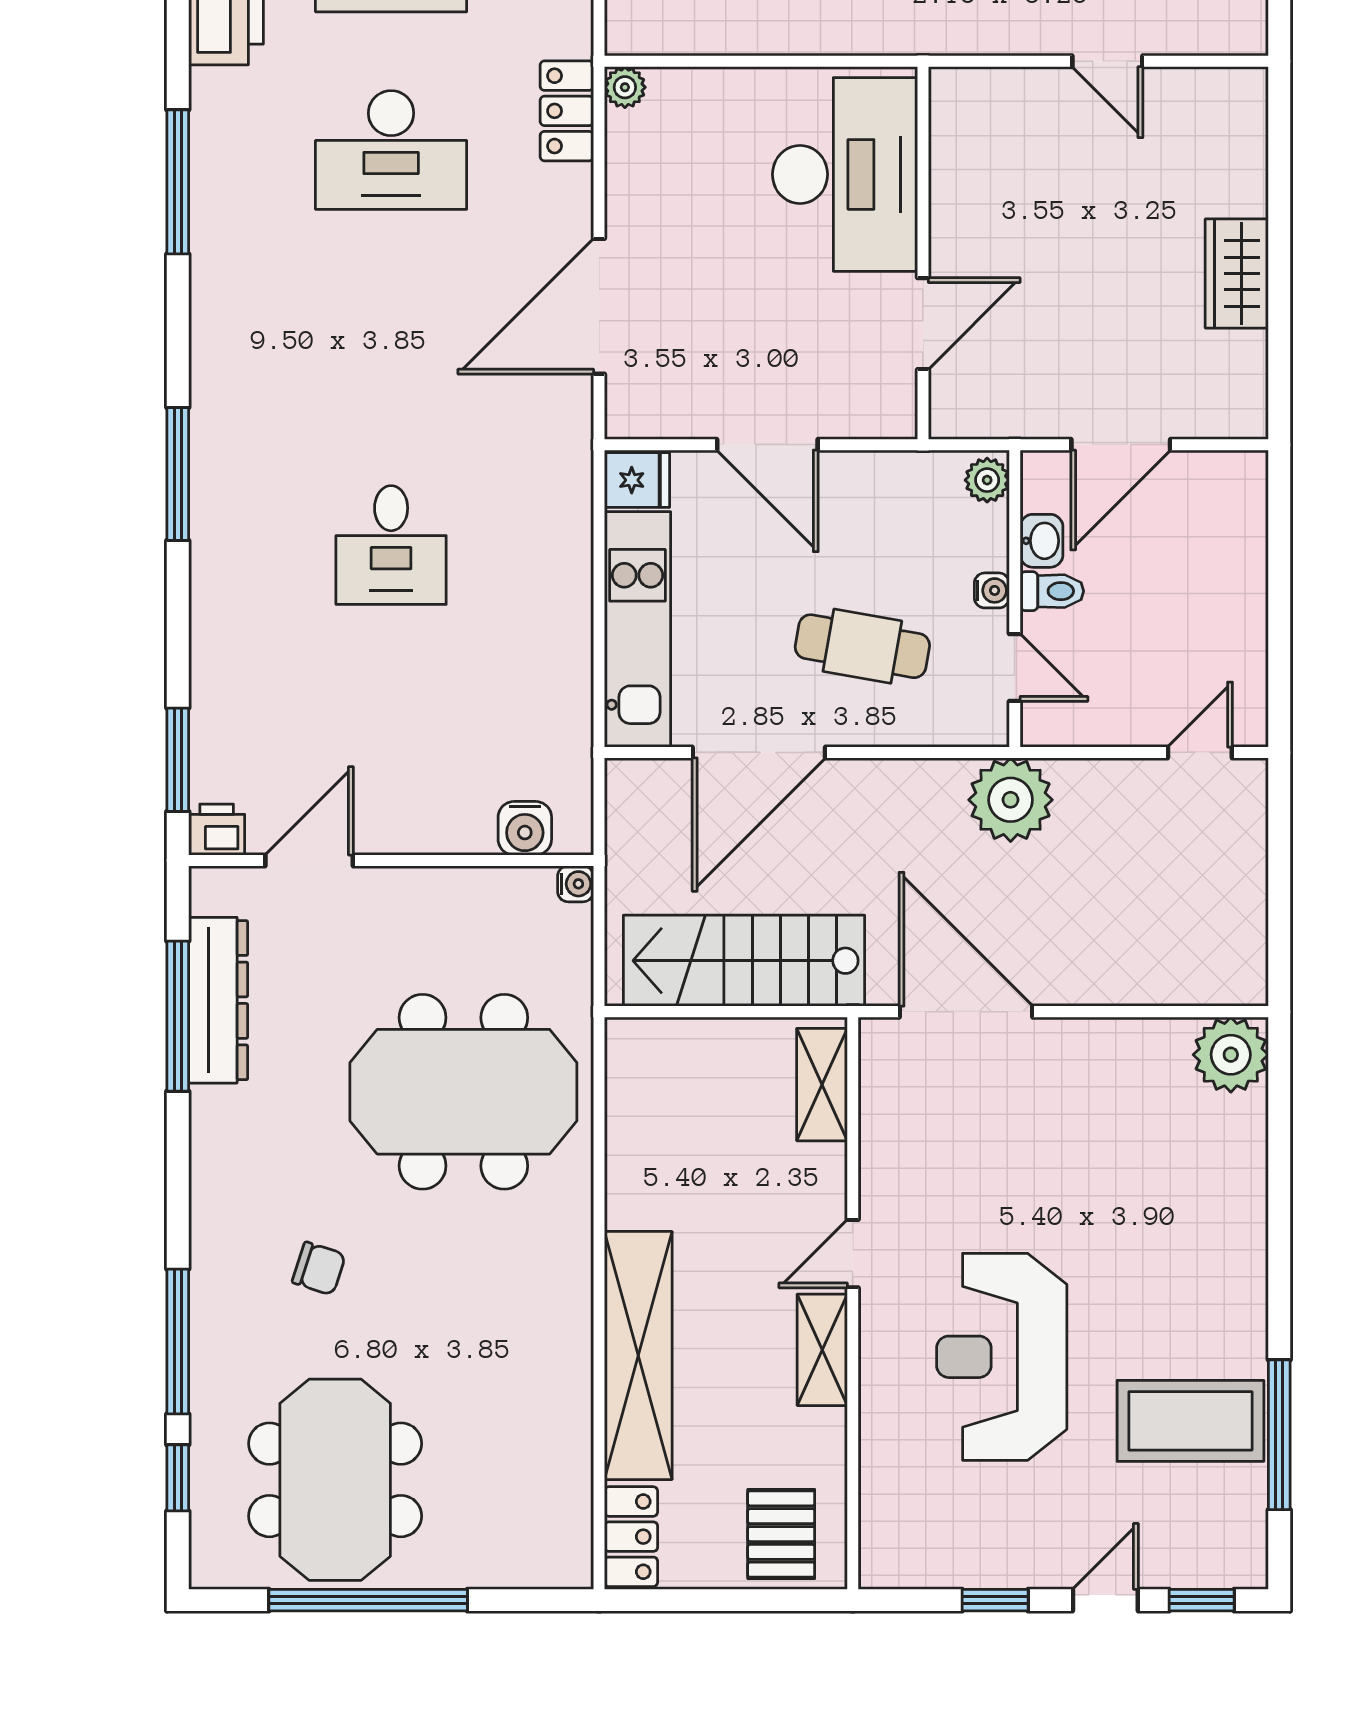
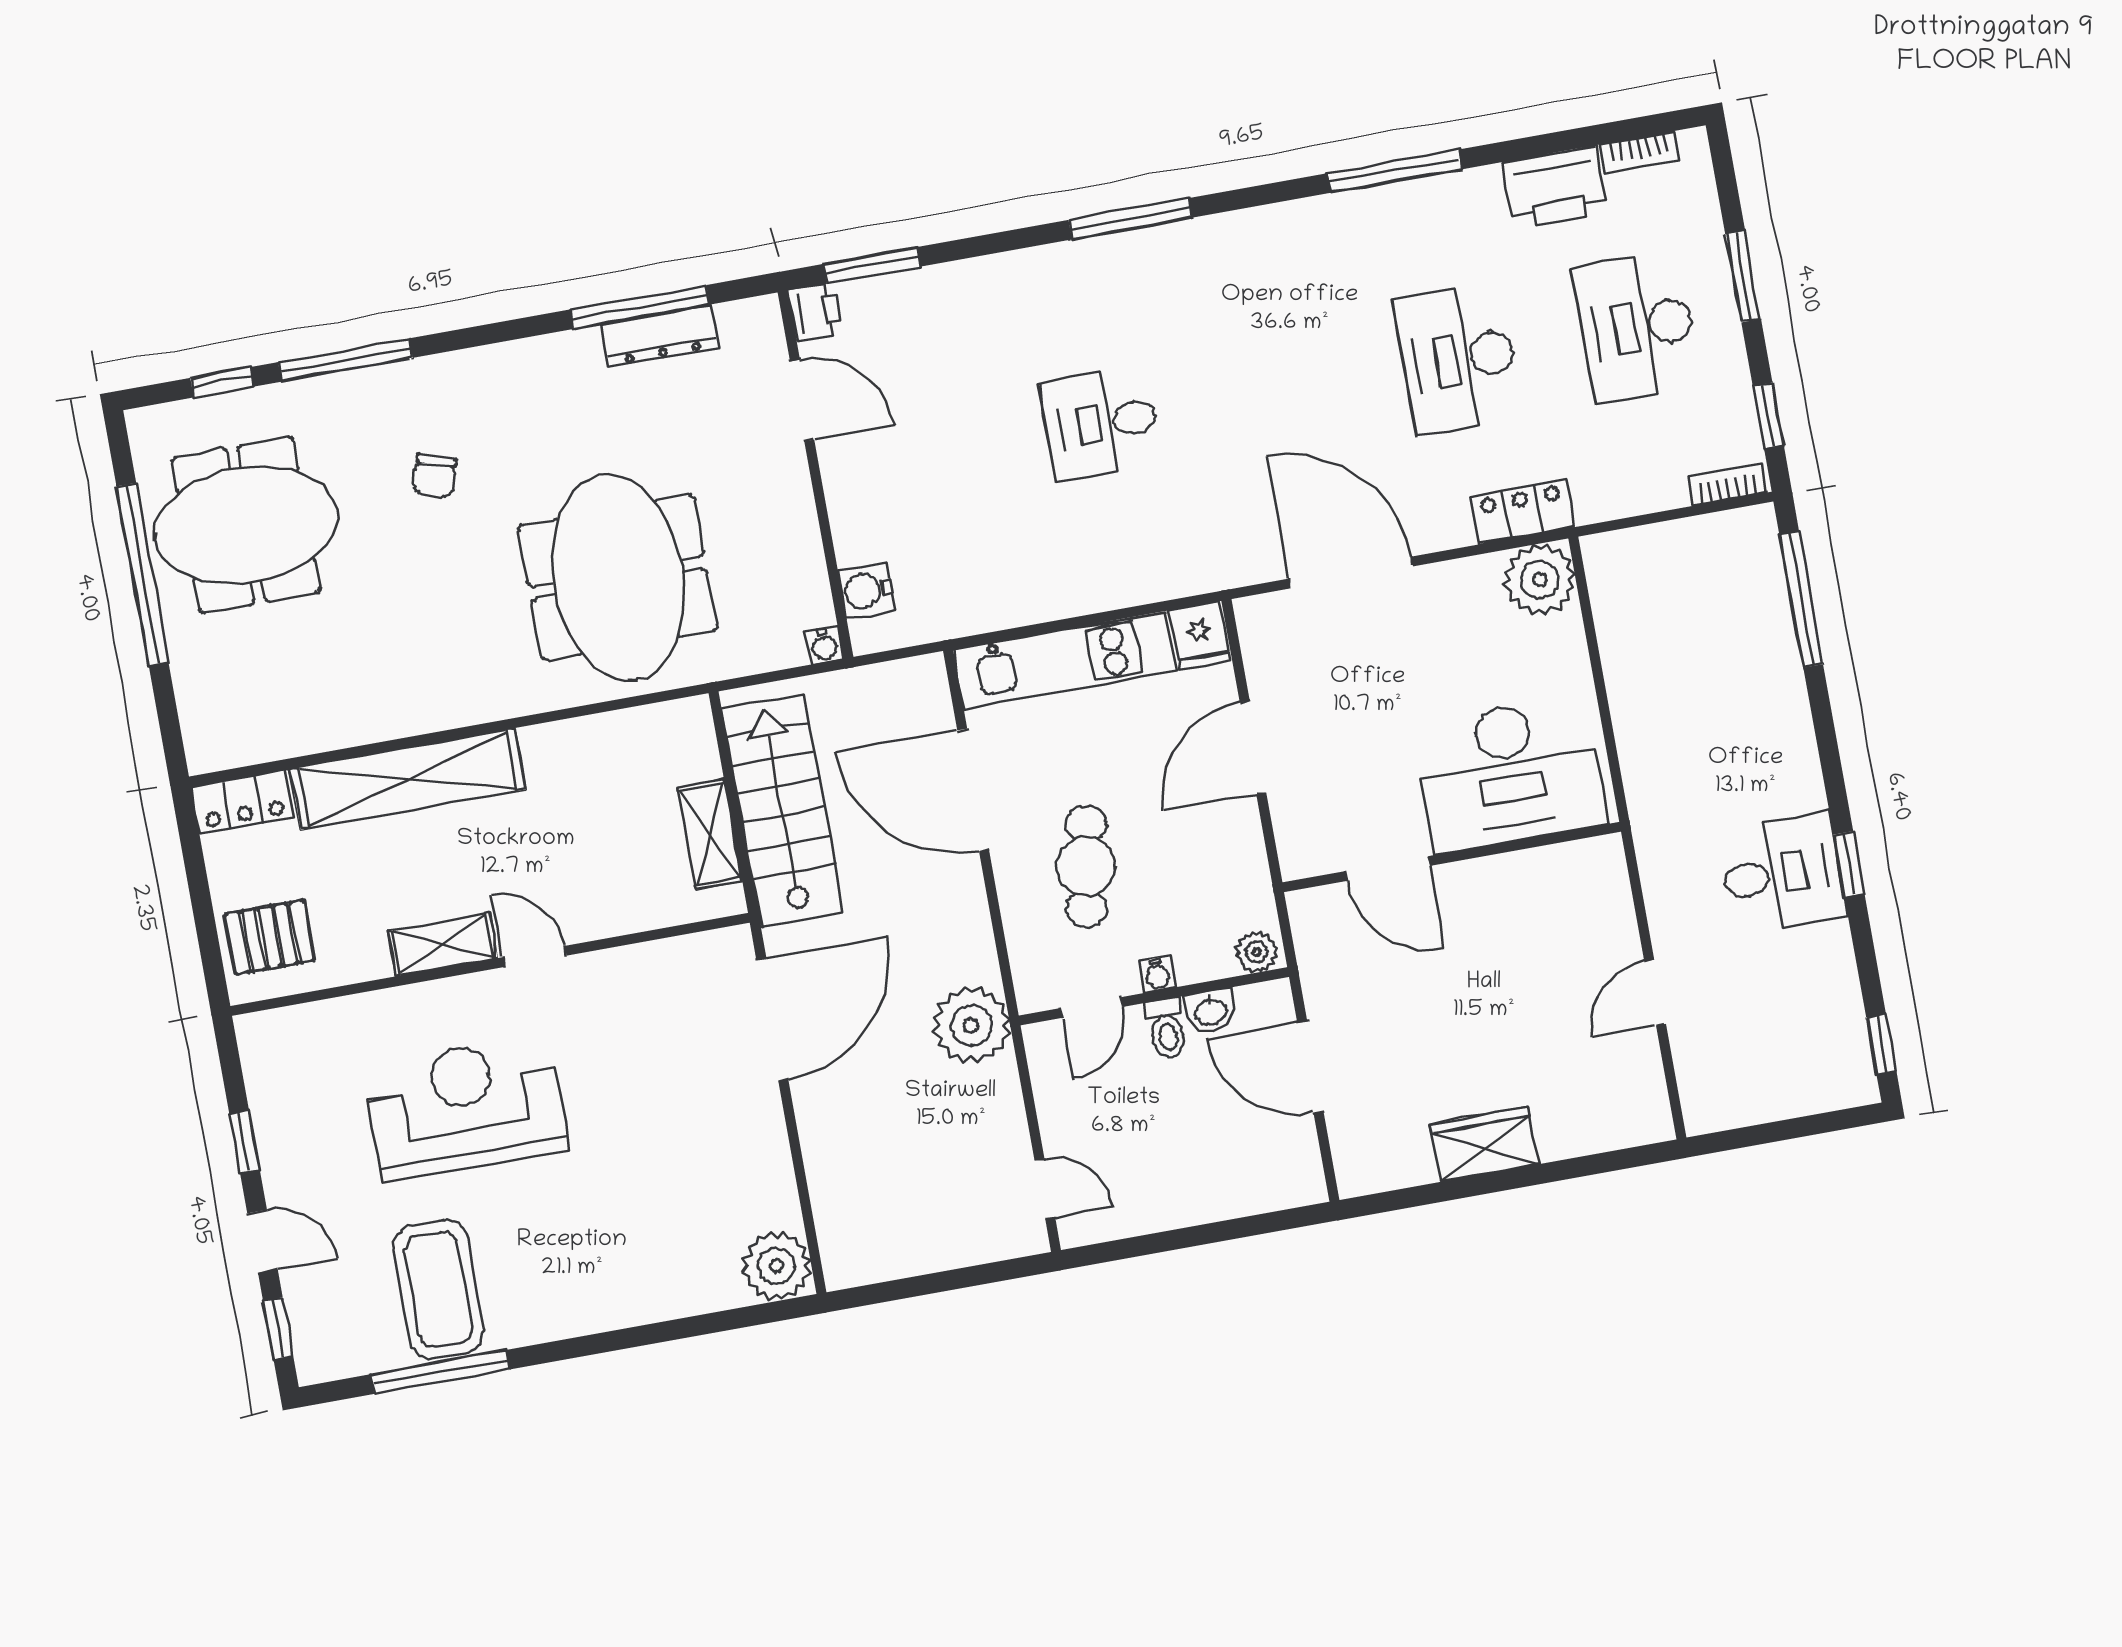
plant: (625, 87) -> (1540, 580), width x1.88, depth x1.88
dresser: (218, 1000) -> (660, 336), width x0.73, depth x0.80
shelving: (822, 1085) -> (710, 834), moved, turned 90

